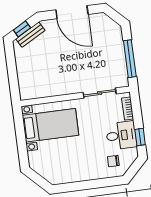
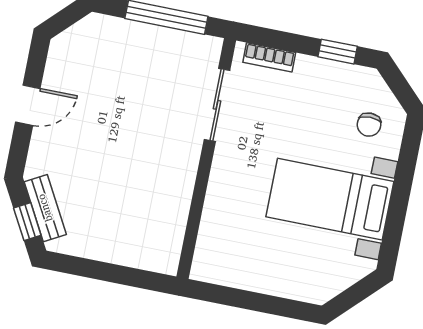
door: (72, 12) -> (28, 105), width x0.53
bed with nightstands: (50, 125) -> (330, 199), moved, turned -90
desk: (121, 135) -> (321, 90), removed

